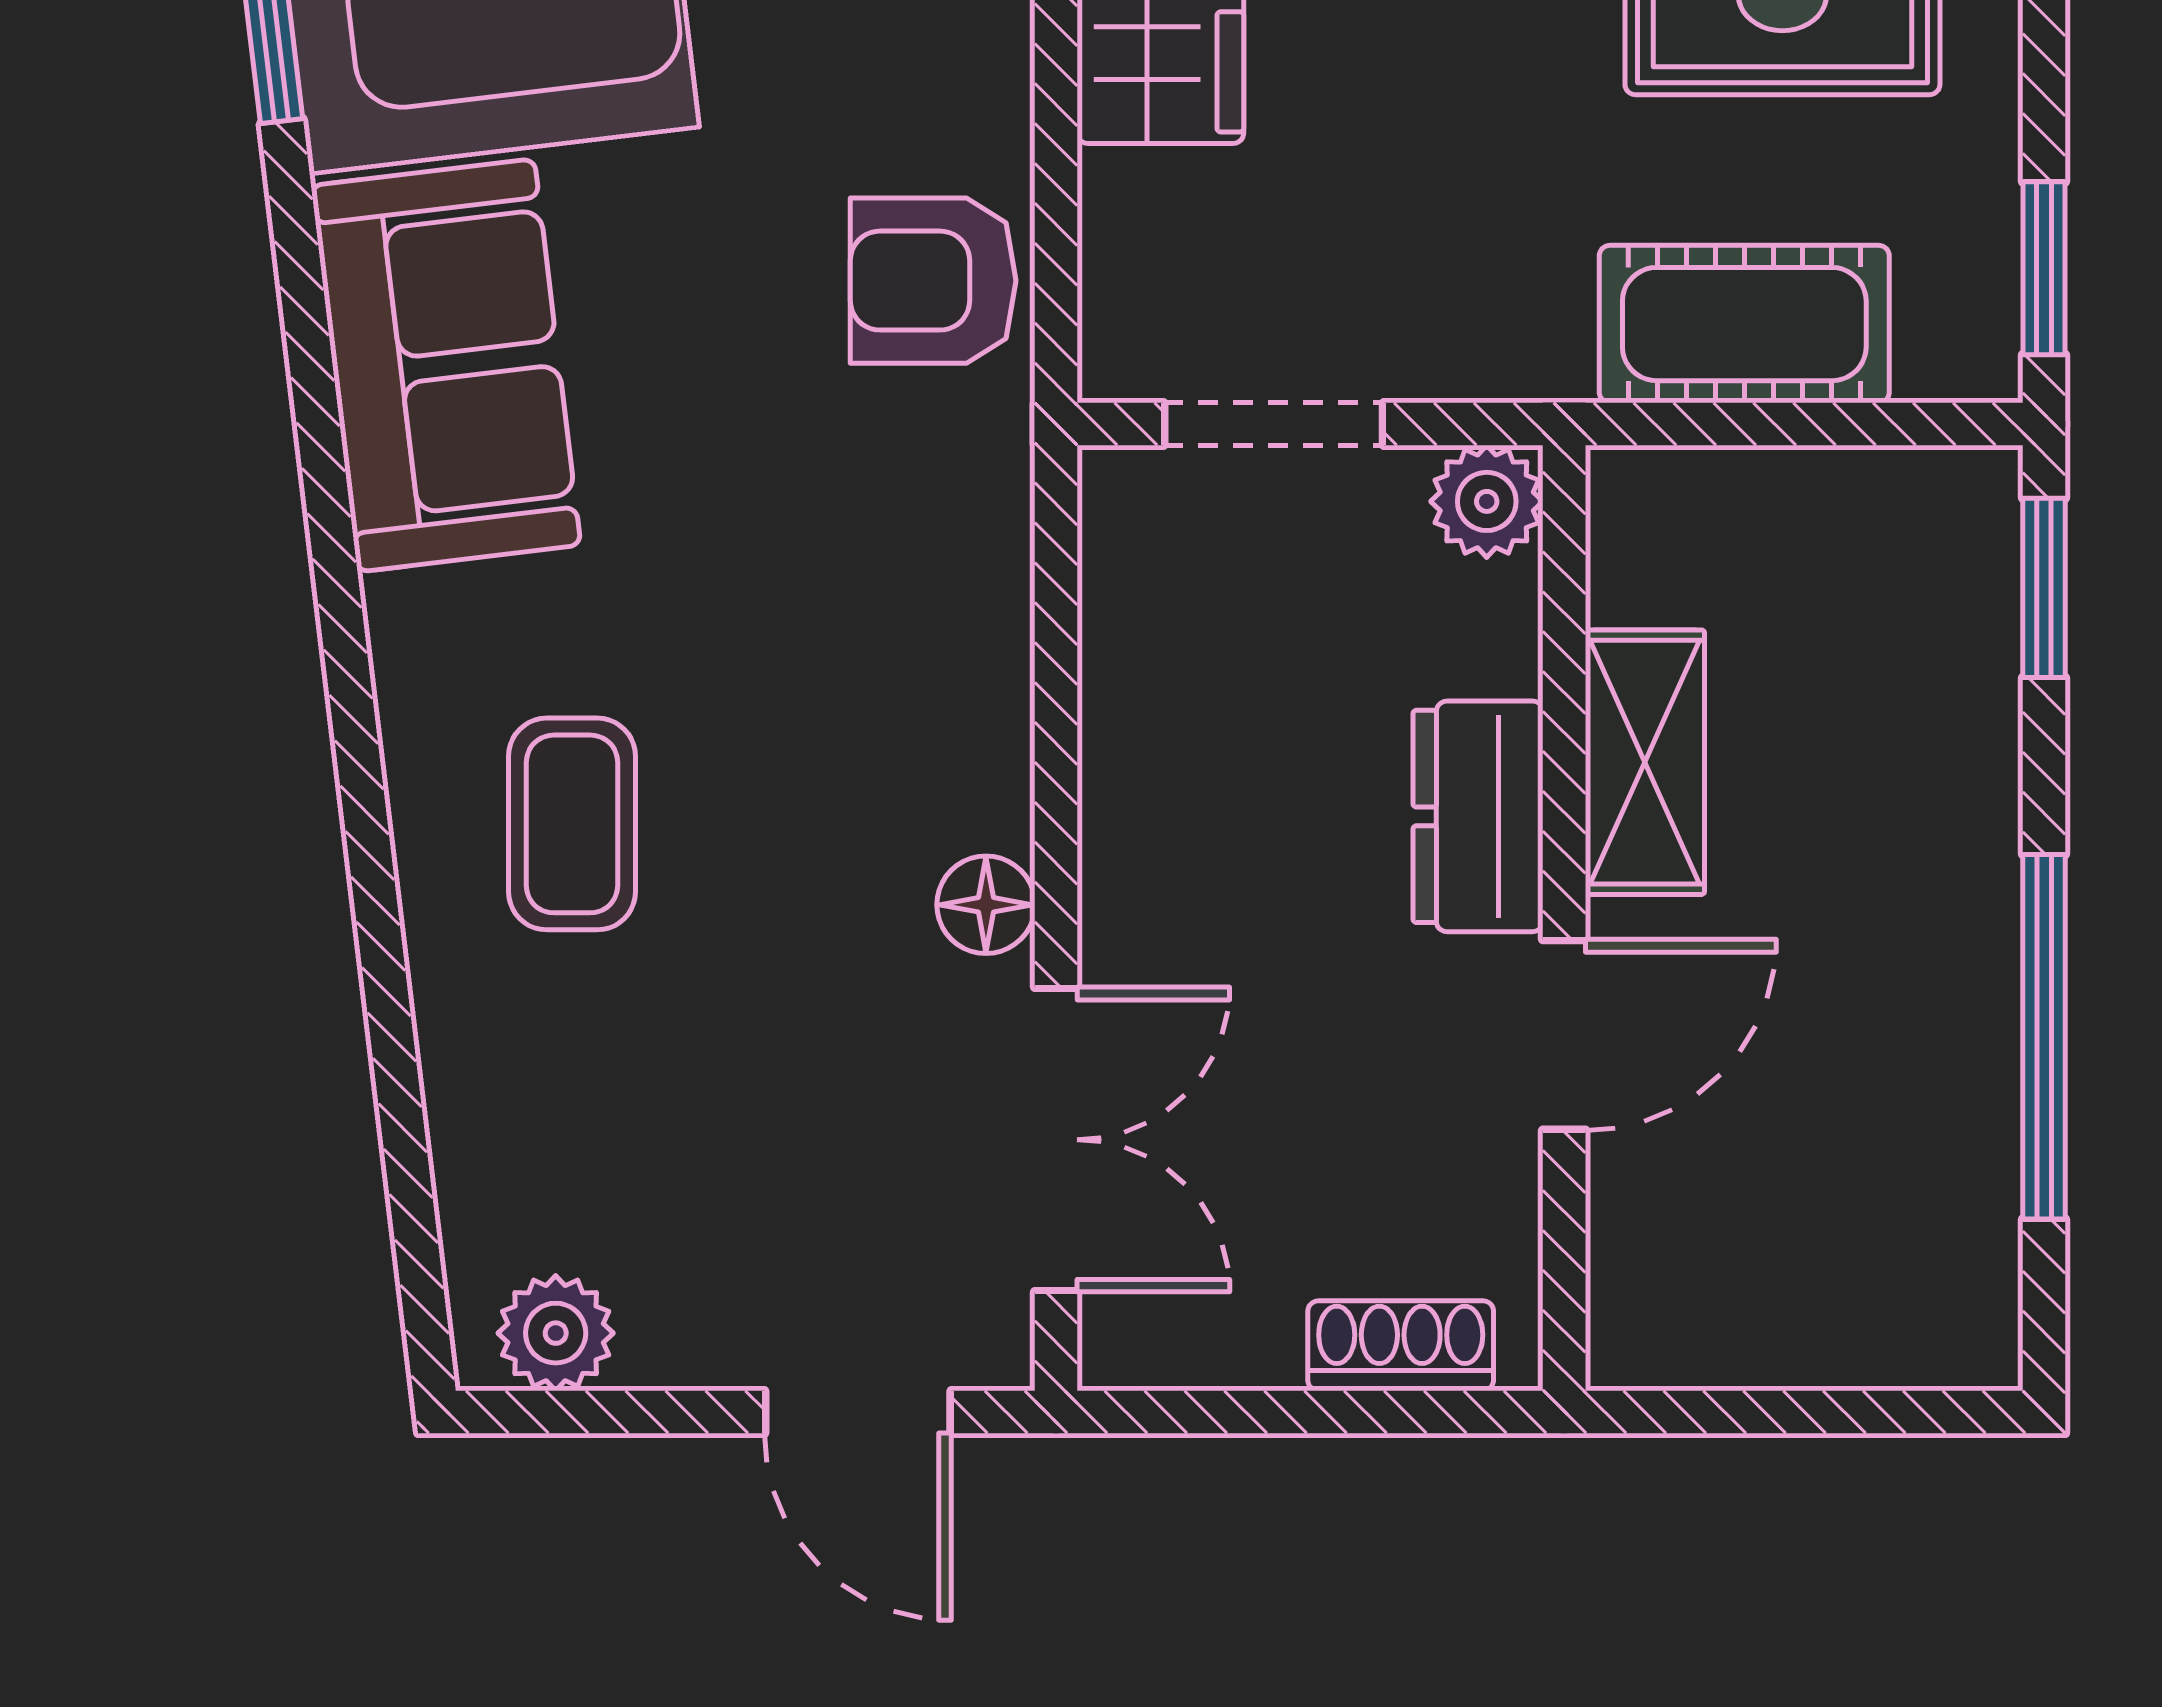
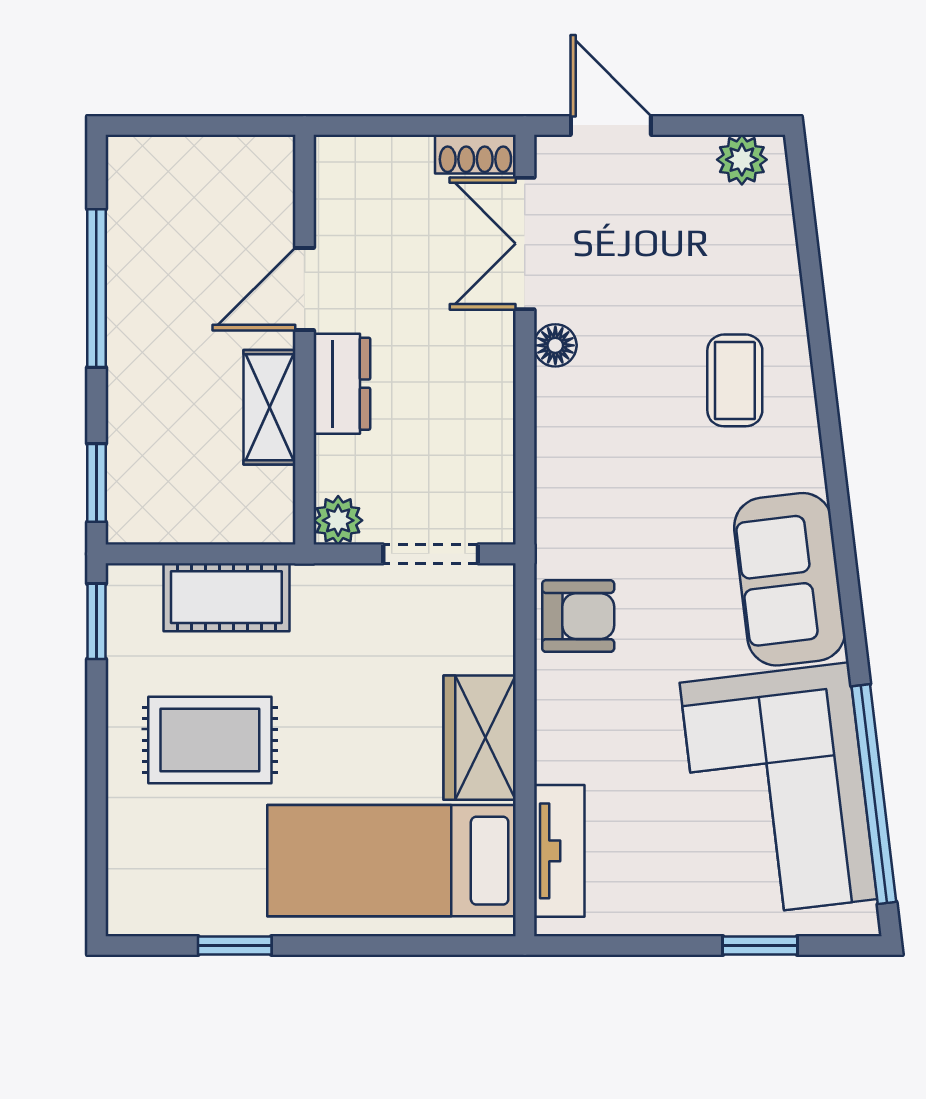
shoe rack: (1401, 1346) -> (475, 154), moved

